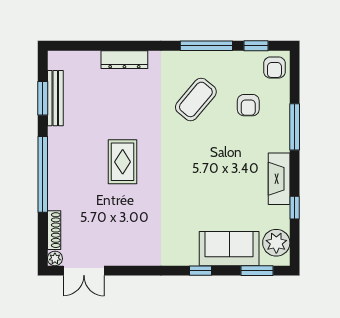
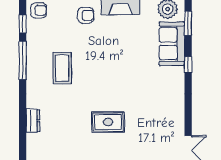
dresser: (124, 60) -> (33, 121), width x0.70
coffee table: (196, 99) -> (62, 68), turned 50
armchair: (248, 105) -> (86, 15), moved

